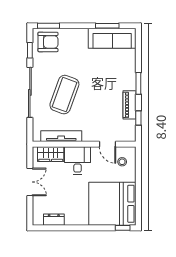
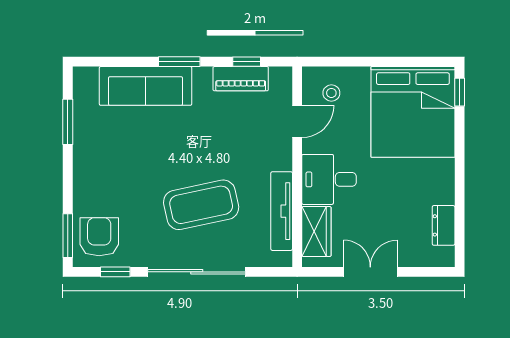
sofa: (112, 38) -> (146, 86), moved, turned 90
coffee table: (64, 95) -> (201, 205), turned -32
piano: (130, 105) -> (241, 79), moved

